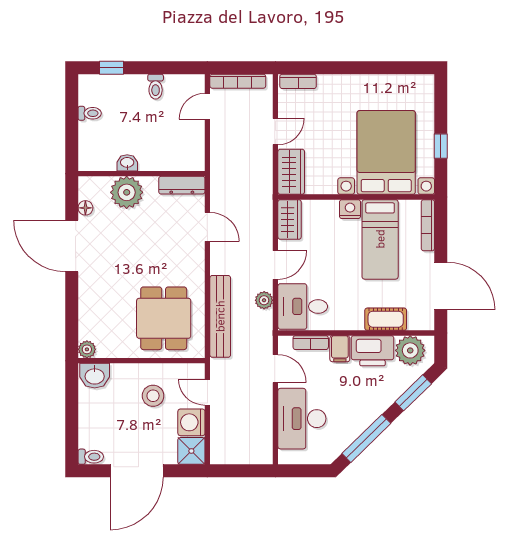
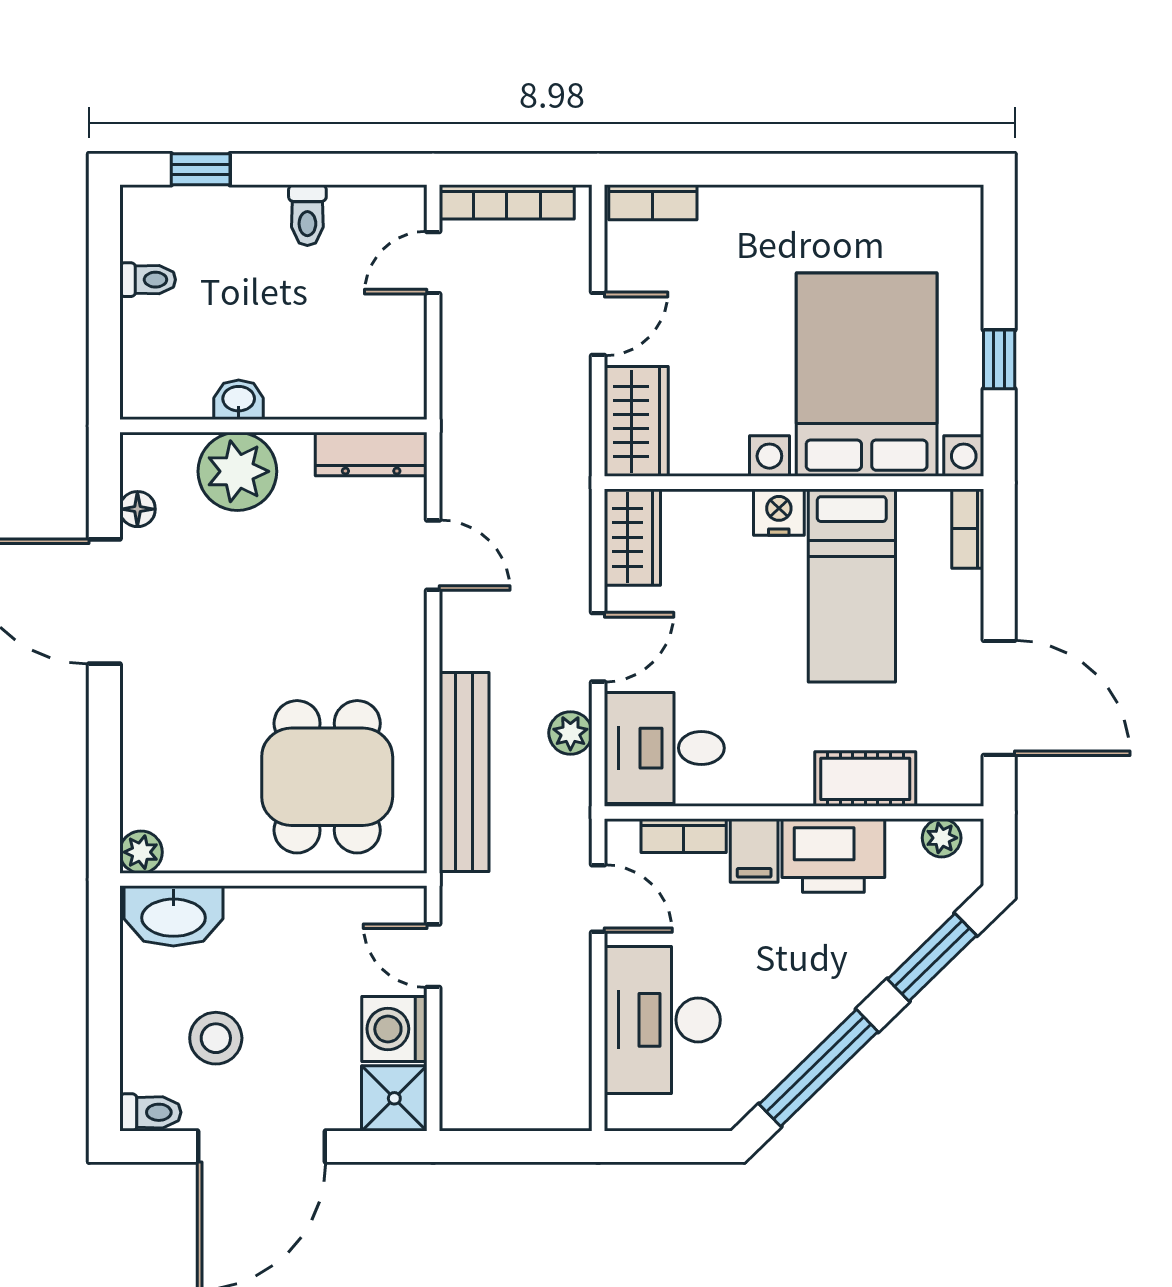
bookcase: (428, 225) -> (968, 529), width x0.64
plant: (410, 350) -> (942, 838), width x0.53, depth x0.53
washbasin: (95, 376) -> (173, 916), width x1.38
stool: (153, 396) -> (216, 1038), moved

